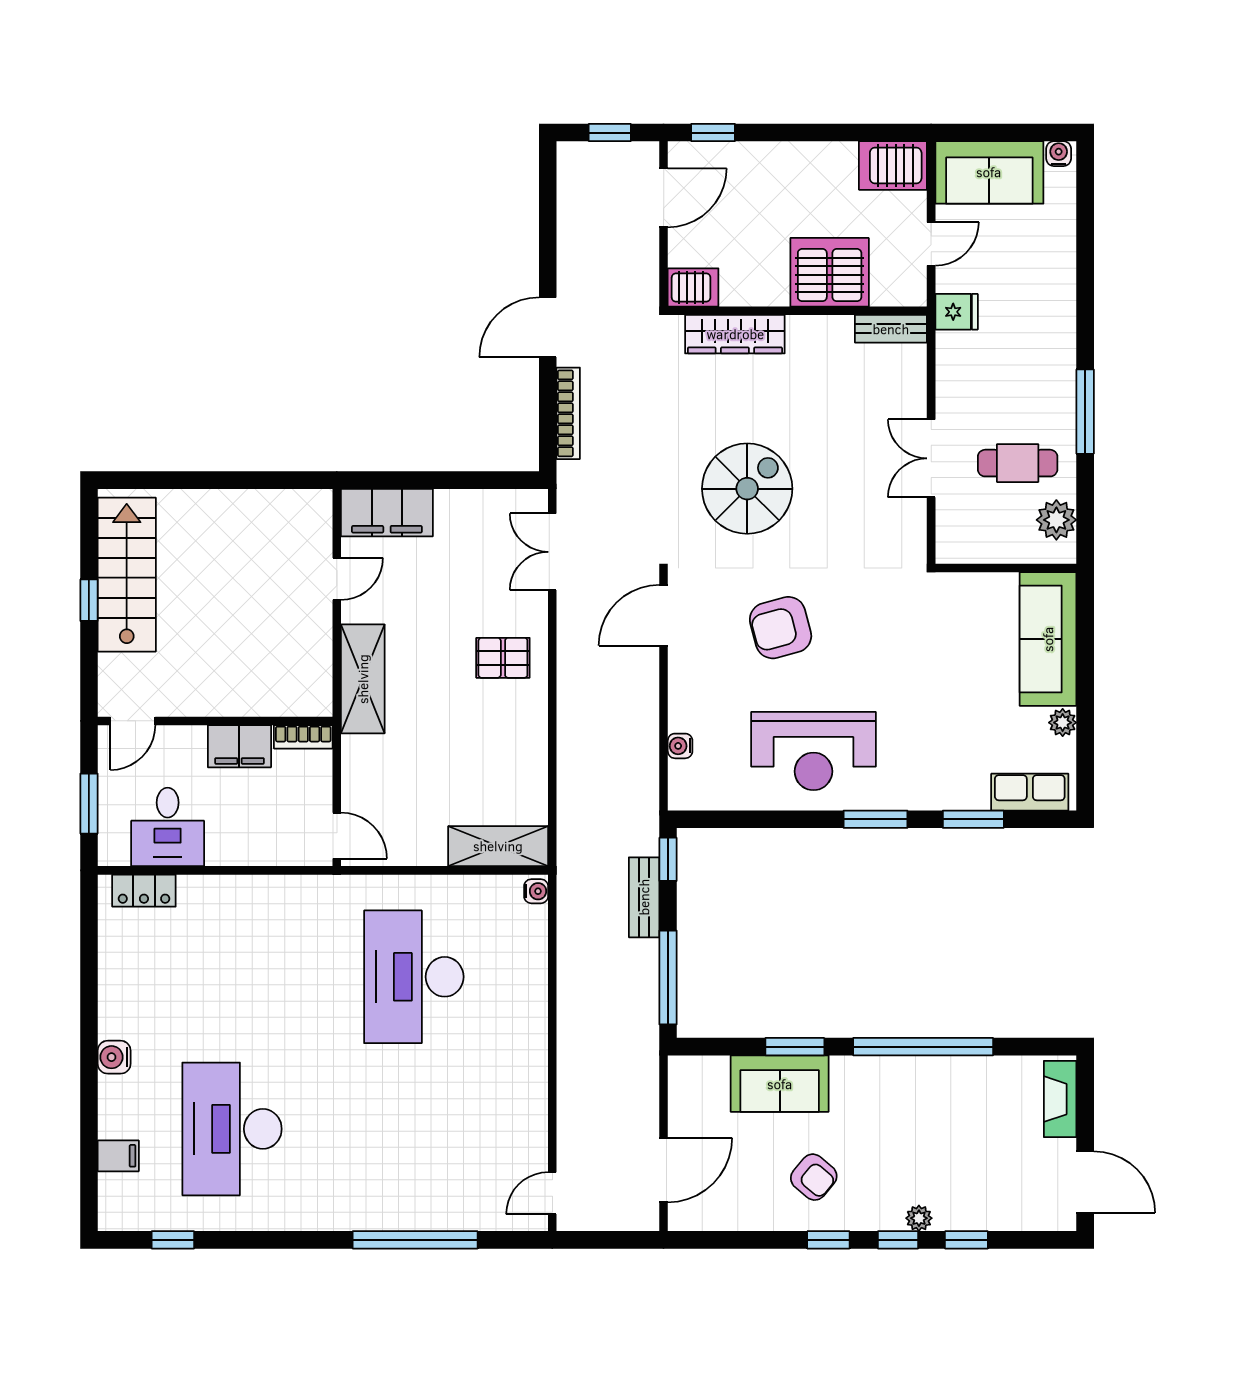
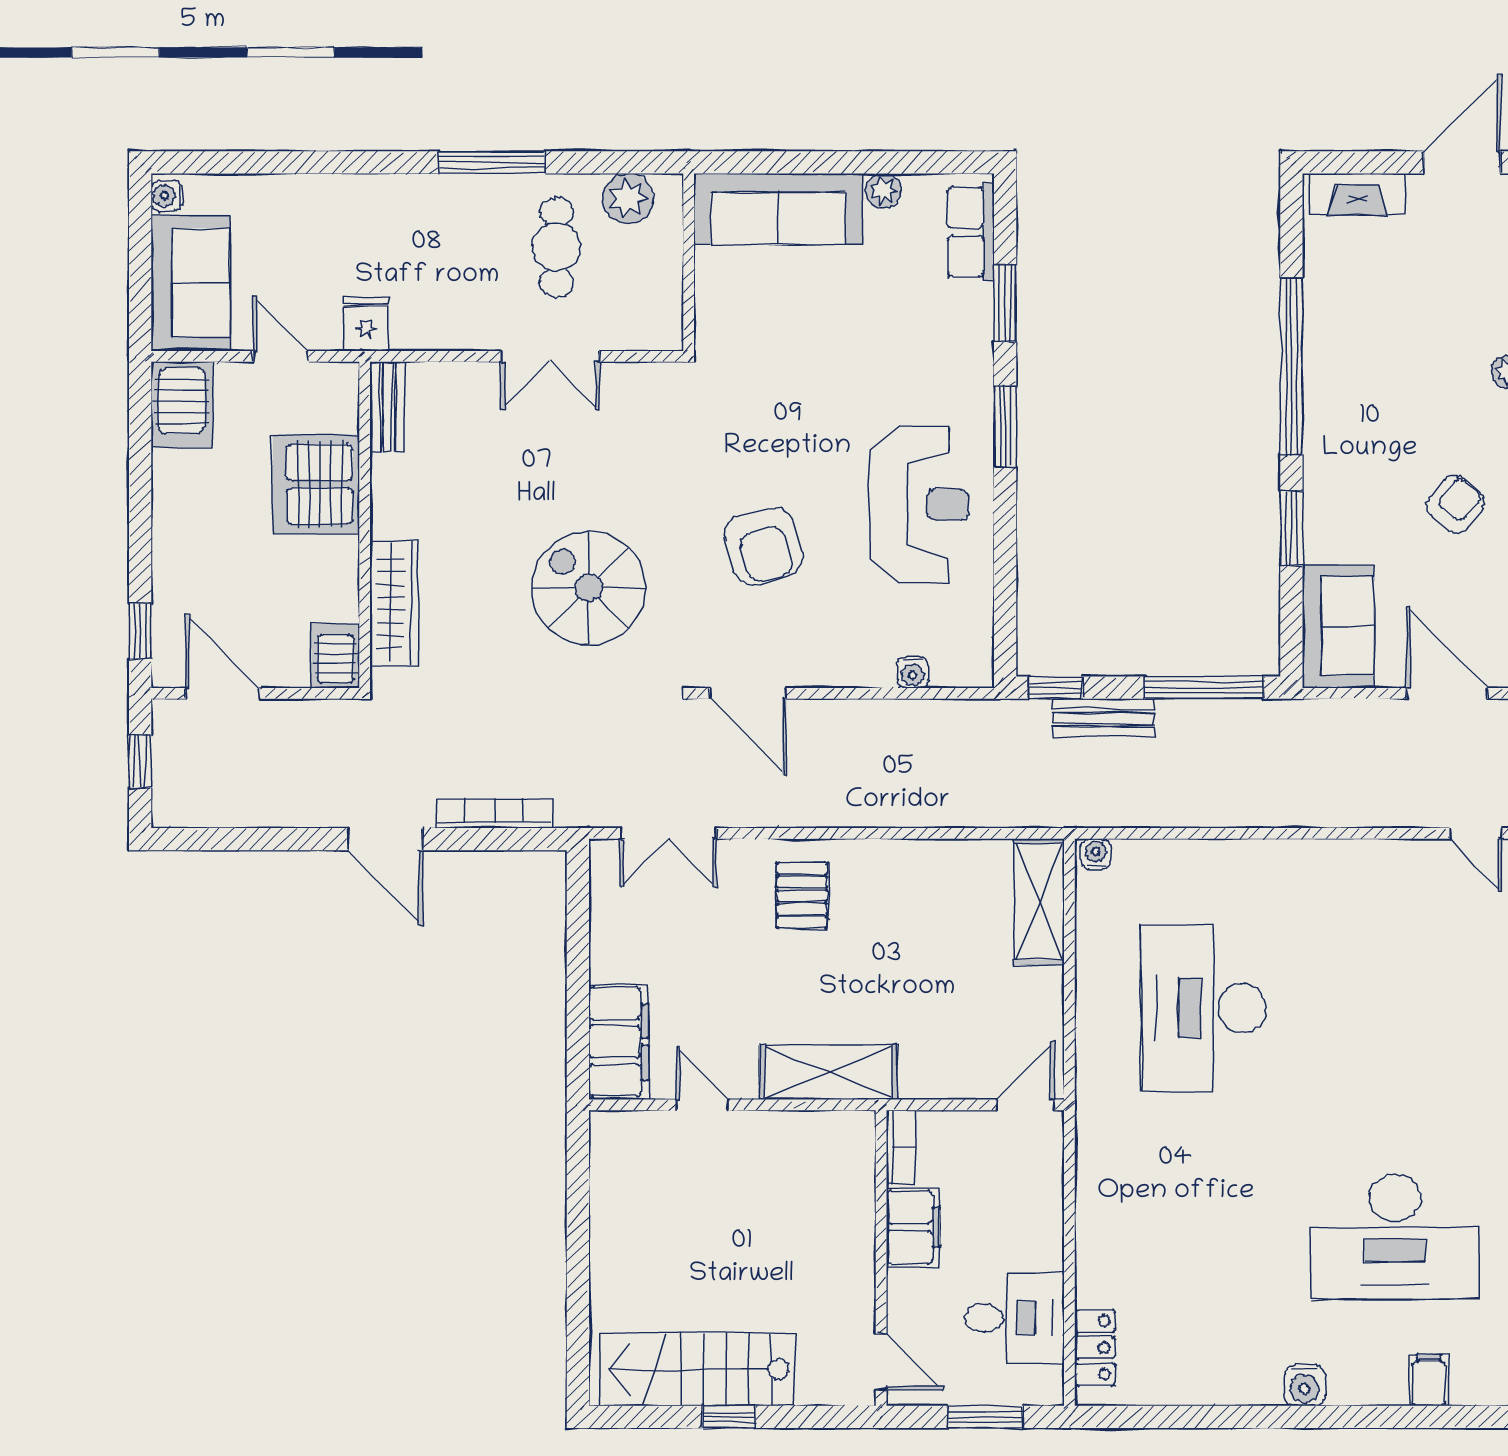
desk: (414, 977) -> (1203, 1008), turned 90
sofa: (780, 1084) -> (1338, 626), moved

